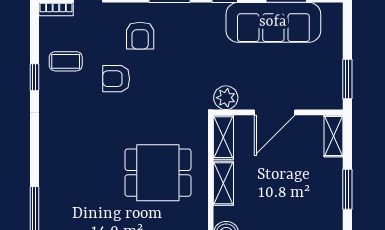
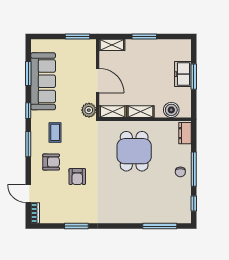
coffee table: (66, 61) -> (55, 132), moved
window: (34, 77) -> (76, 226), width x1.50

